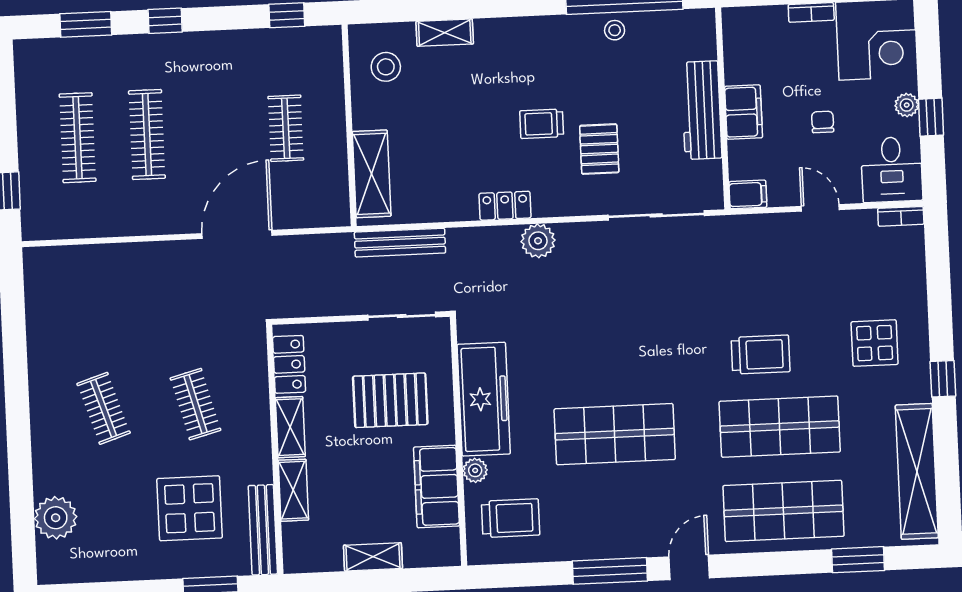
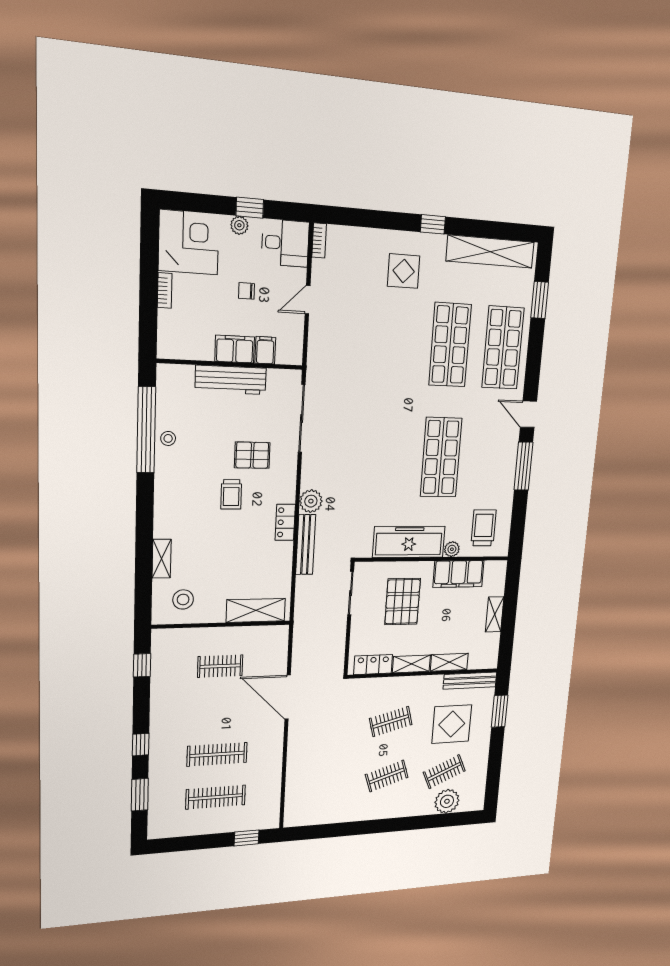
filing cabinet: (748, 194) -> (265, 350), moved
bench: (400, 243) -> (306, 545), moved
trolley: (761, 354) -> (402, 353), removed
clothes rail: (108, 506) -> (444, 772), added

